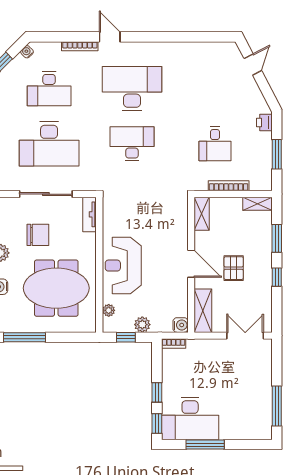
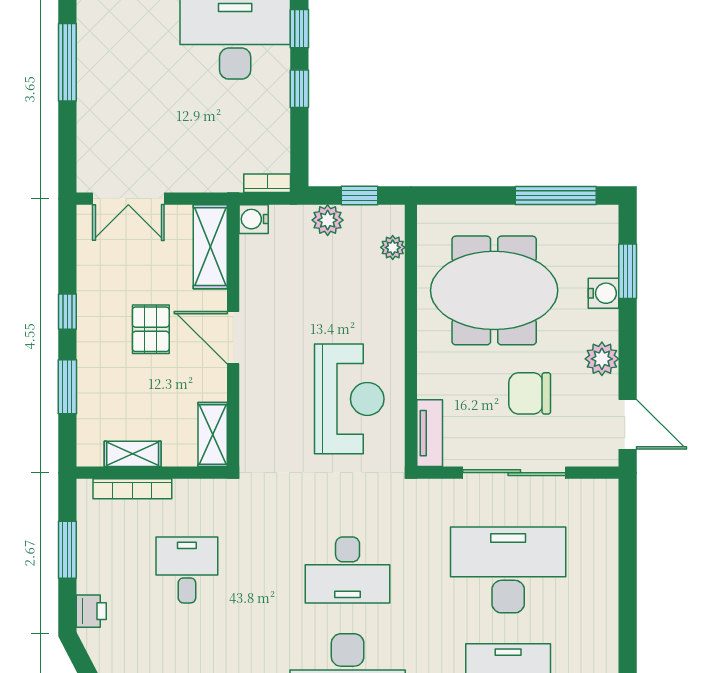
bookcase: (229, 186) -> (132, 489), moved
shelving: (257, 204) -> (133, 454), moved
reception desk: (123, 266) -> (349, 399), moved

